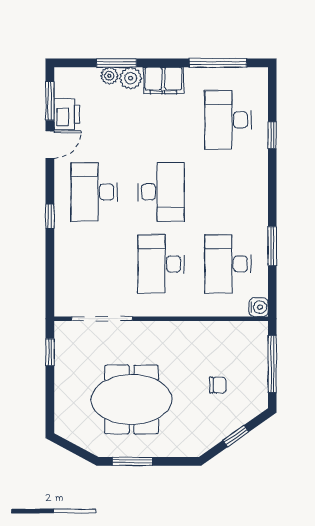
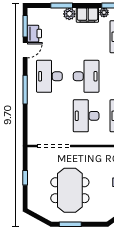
plant: (109, 76) -> (104, 12), moved
window: (50, 216) -> (25, 90), width x2.17
window: (50, 352) -> (25, 178), moved
meeting table: (131, 399) -> (70, 190), turned 90

